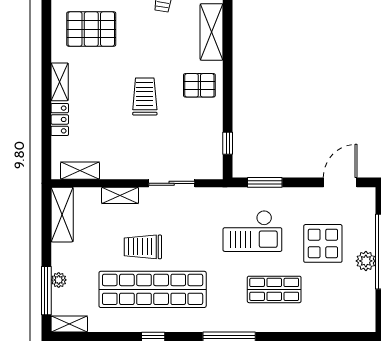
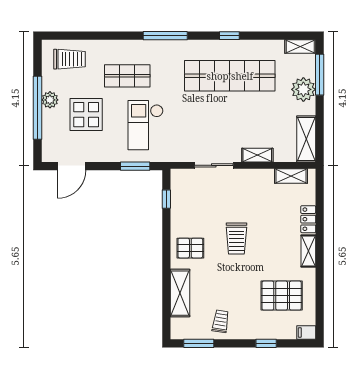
checkout: (252, 231) -> (146, 125), turned -90
trolley: (143, 247) -> (69, 59), moved
plant: (59, 280) -> (303, 89), width x1.87, depth x1.87

